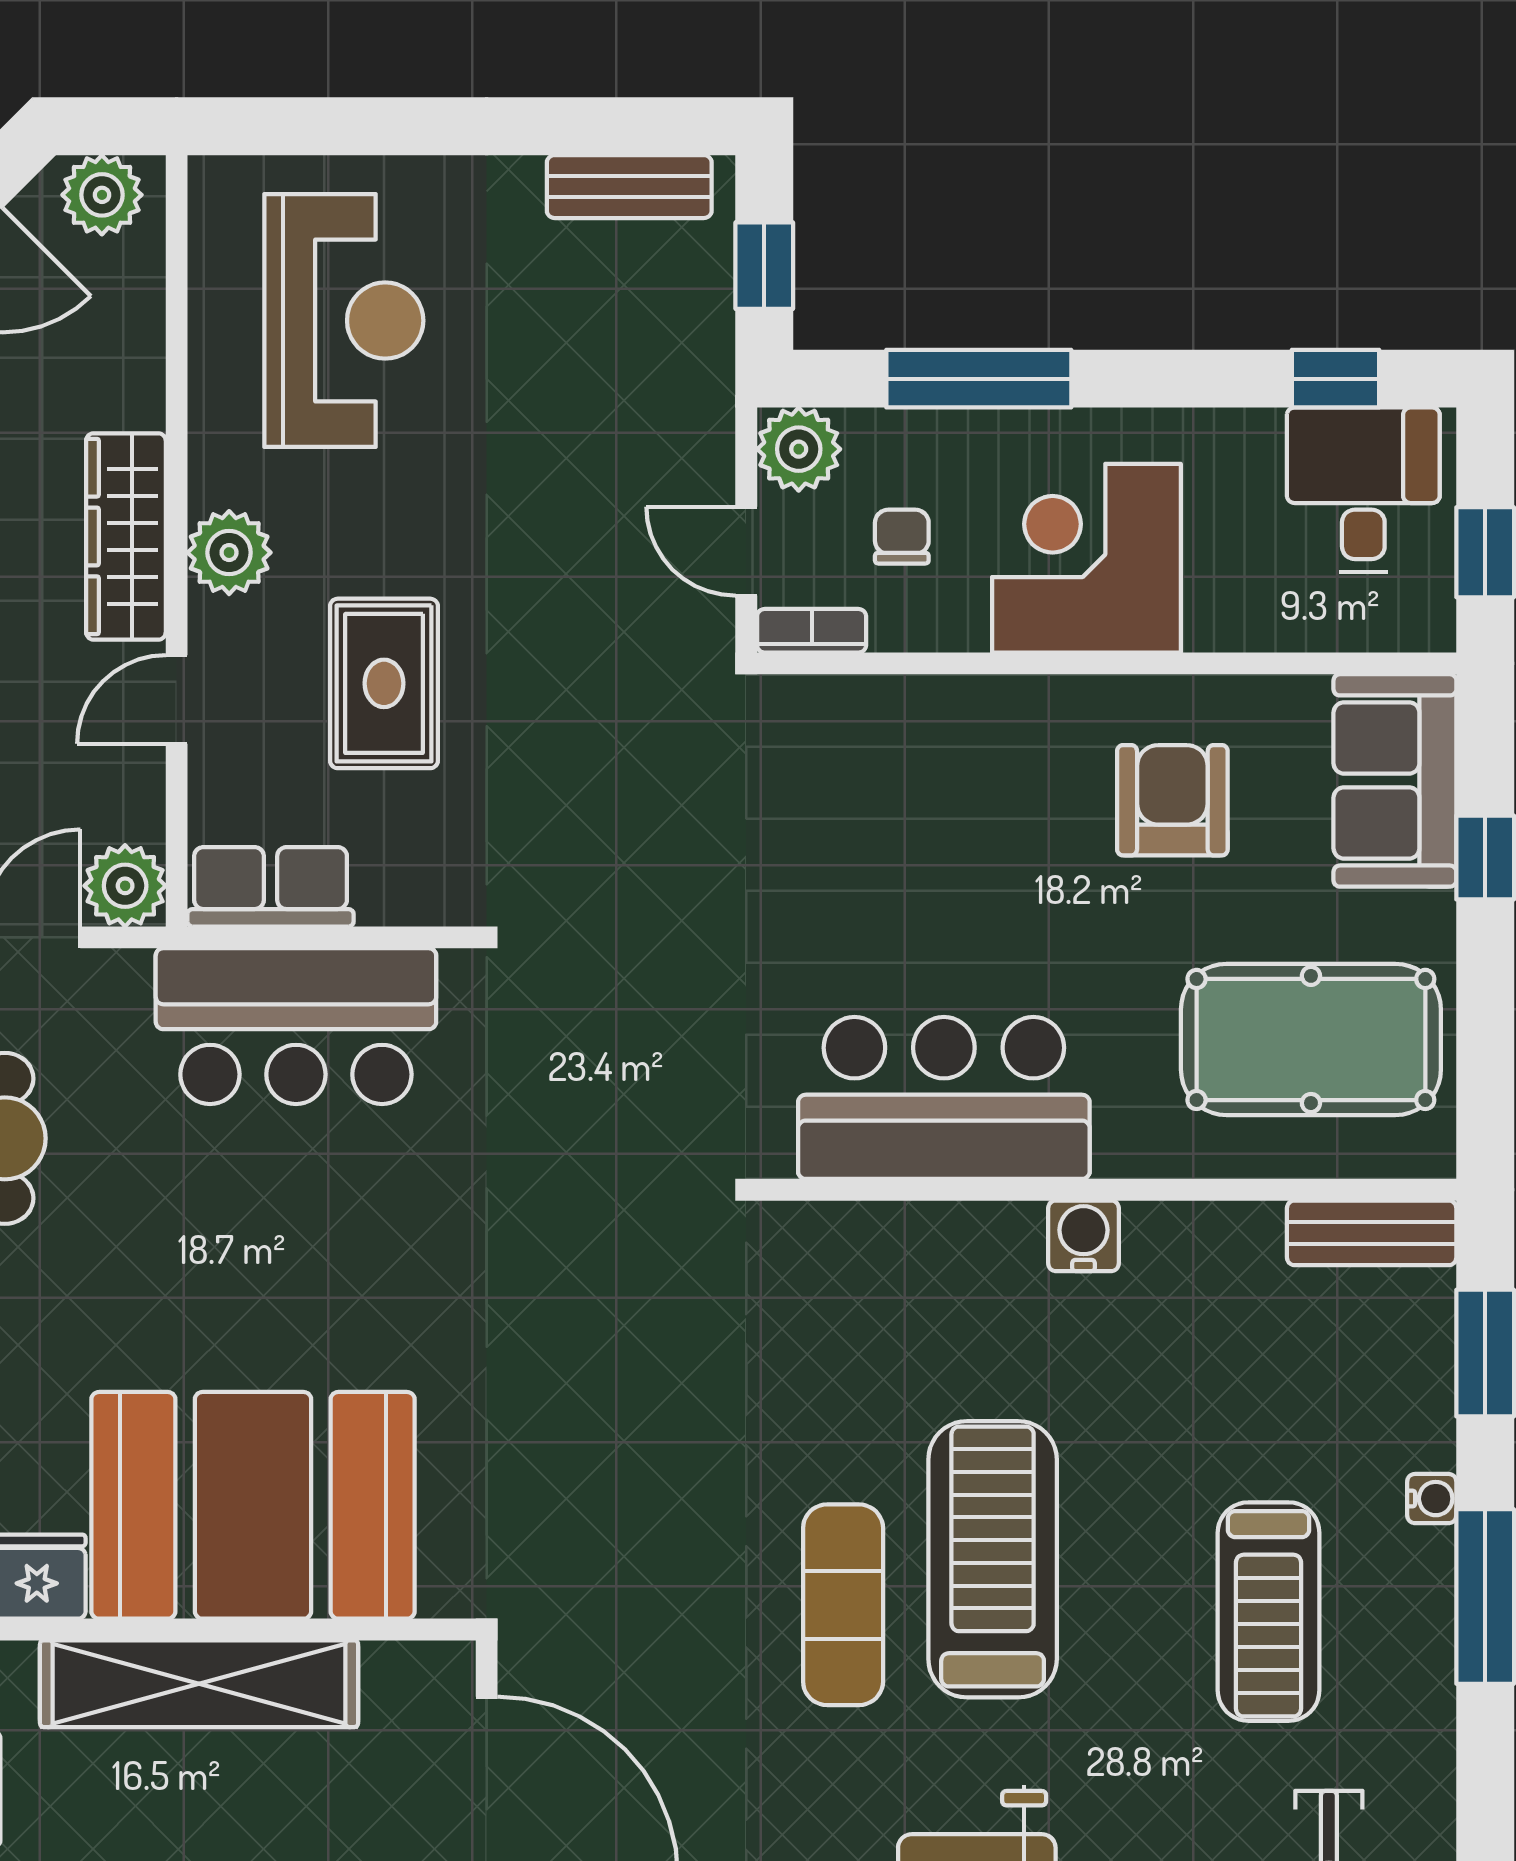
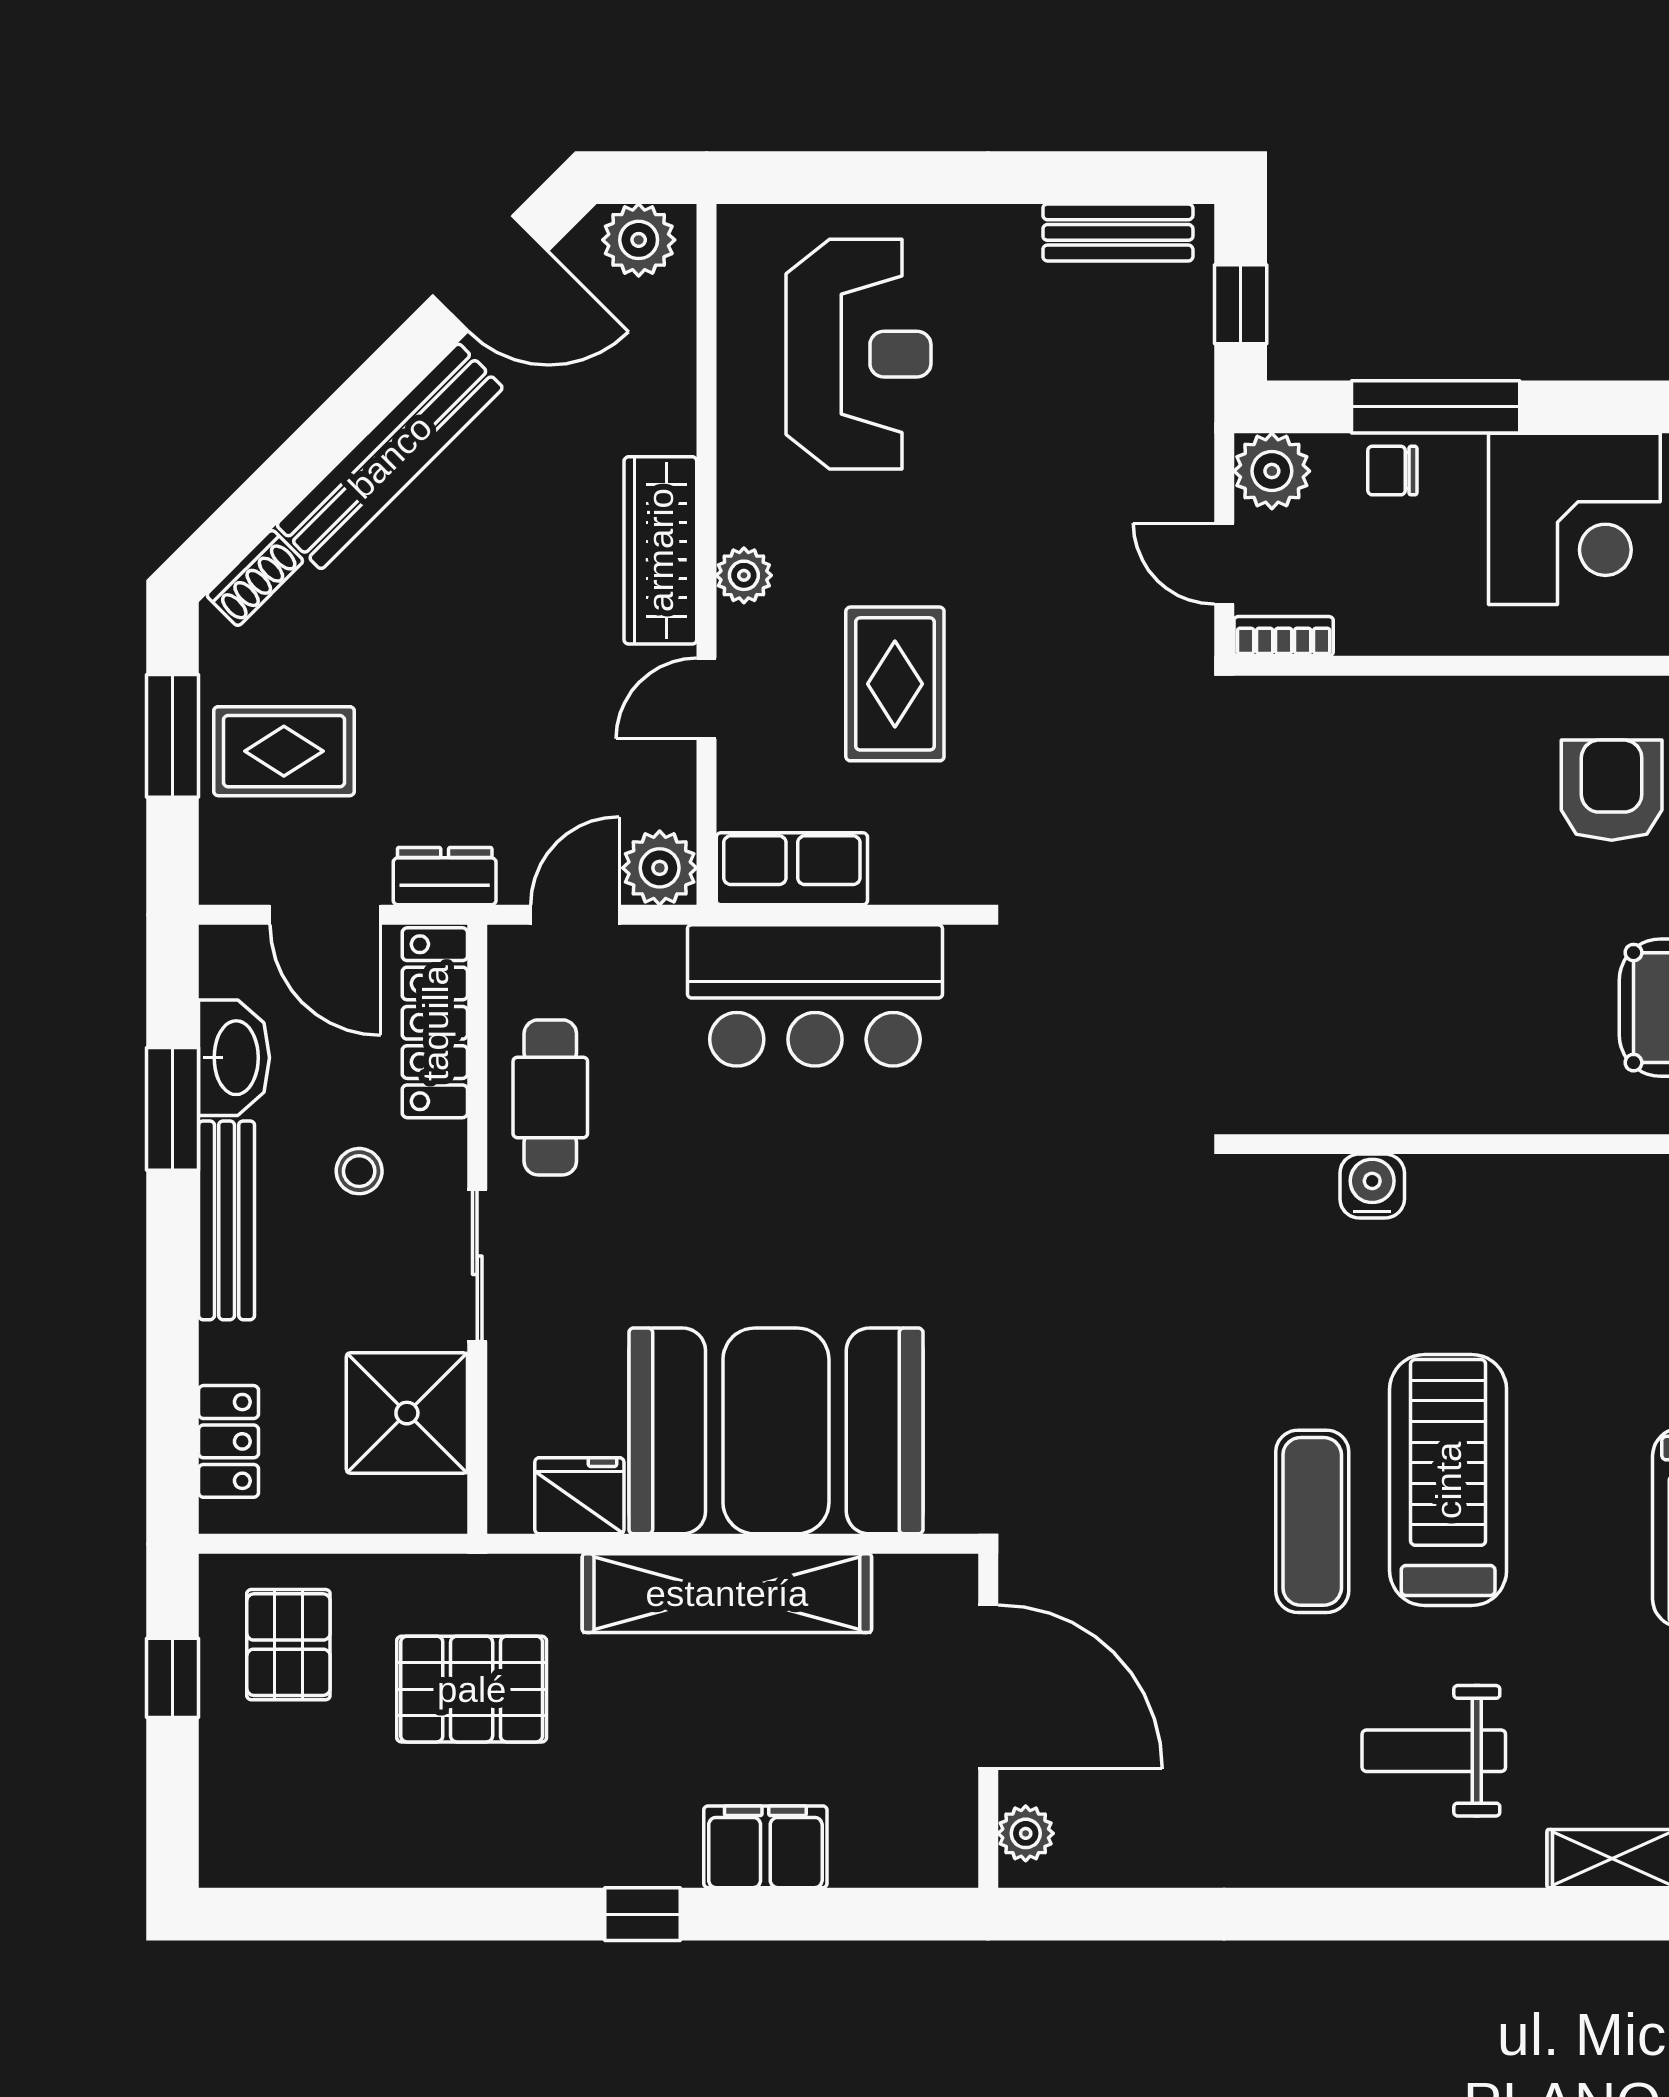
chair: (902, 537) -> (1392, 471), moved, turned -90
plant: (229, 553) -> (744, 575), width x0.73, depth x0.73
corner desk: (1086, 558) -> (1574, 519), moved, turned 180
bar counter: (944, 1098) -> (1404, 1061), removed
water cooler: (1083, 1236) -> (1372, 1186), moved

